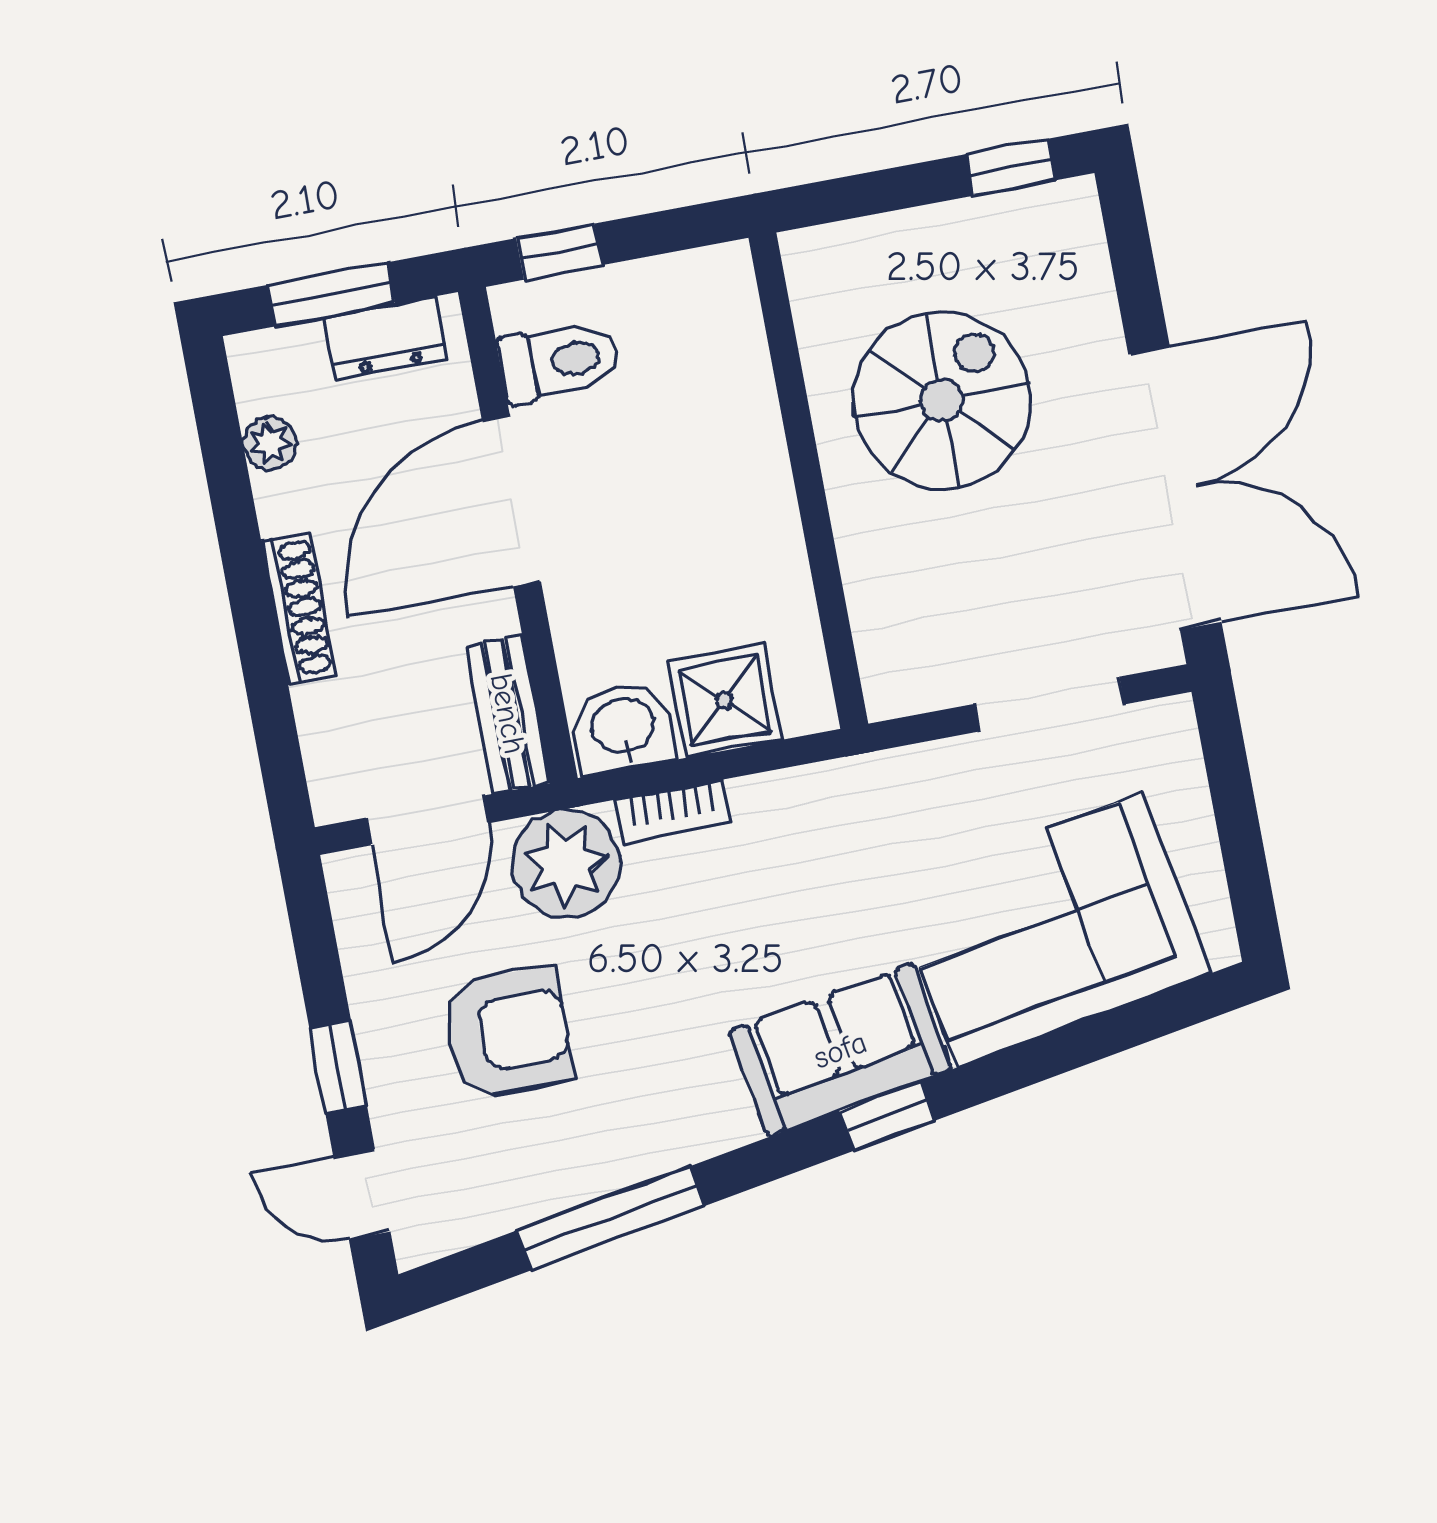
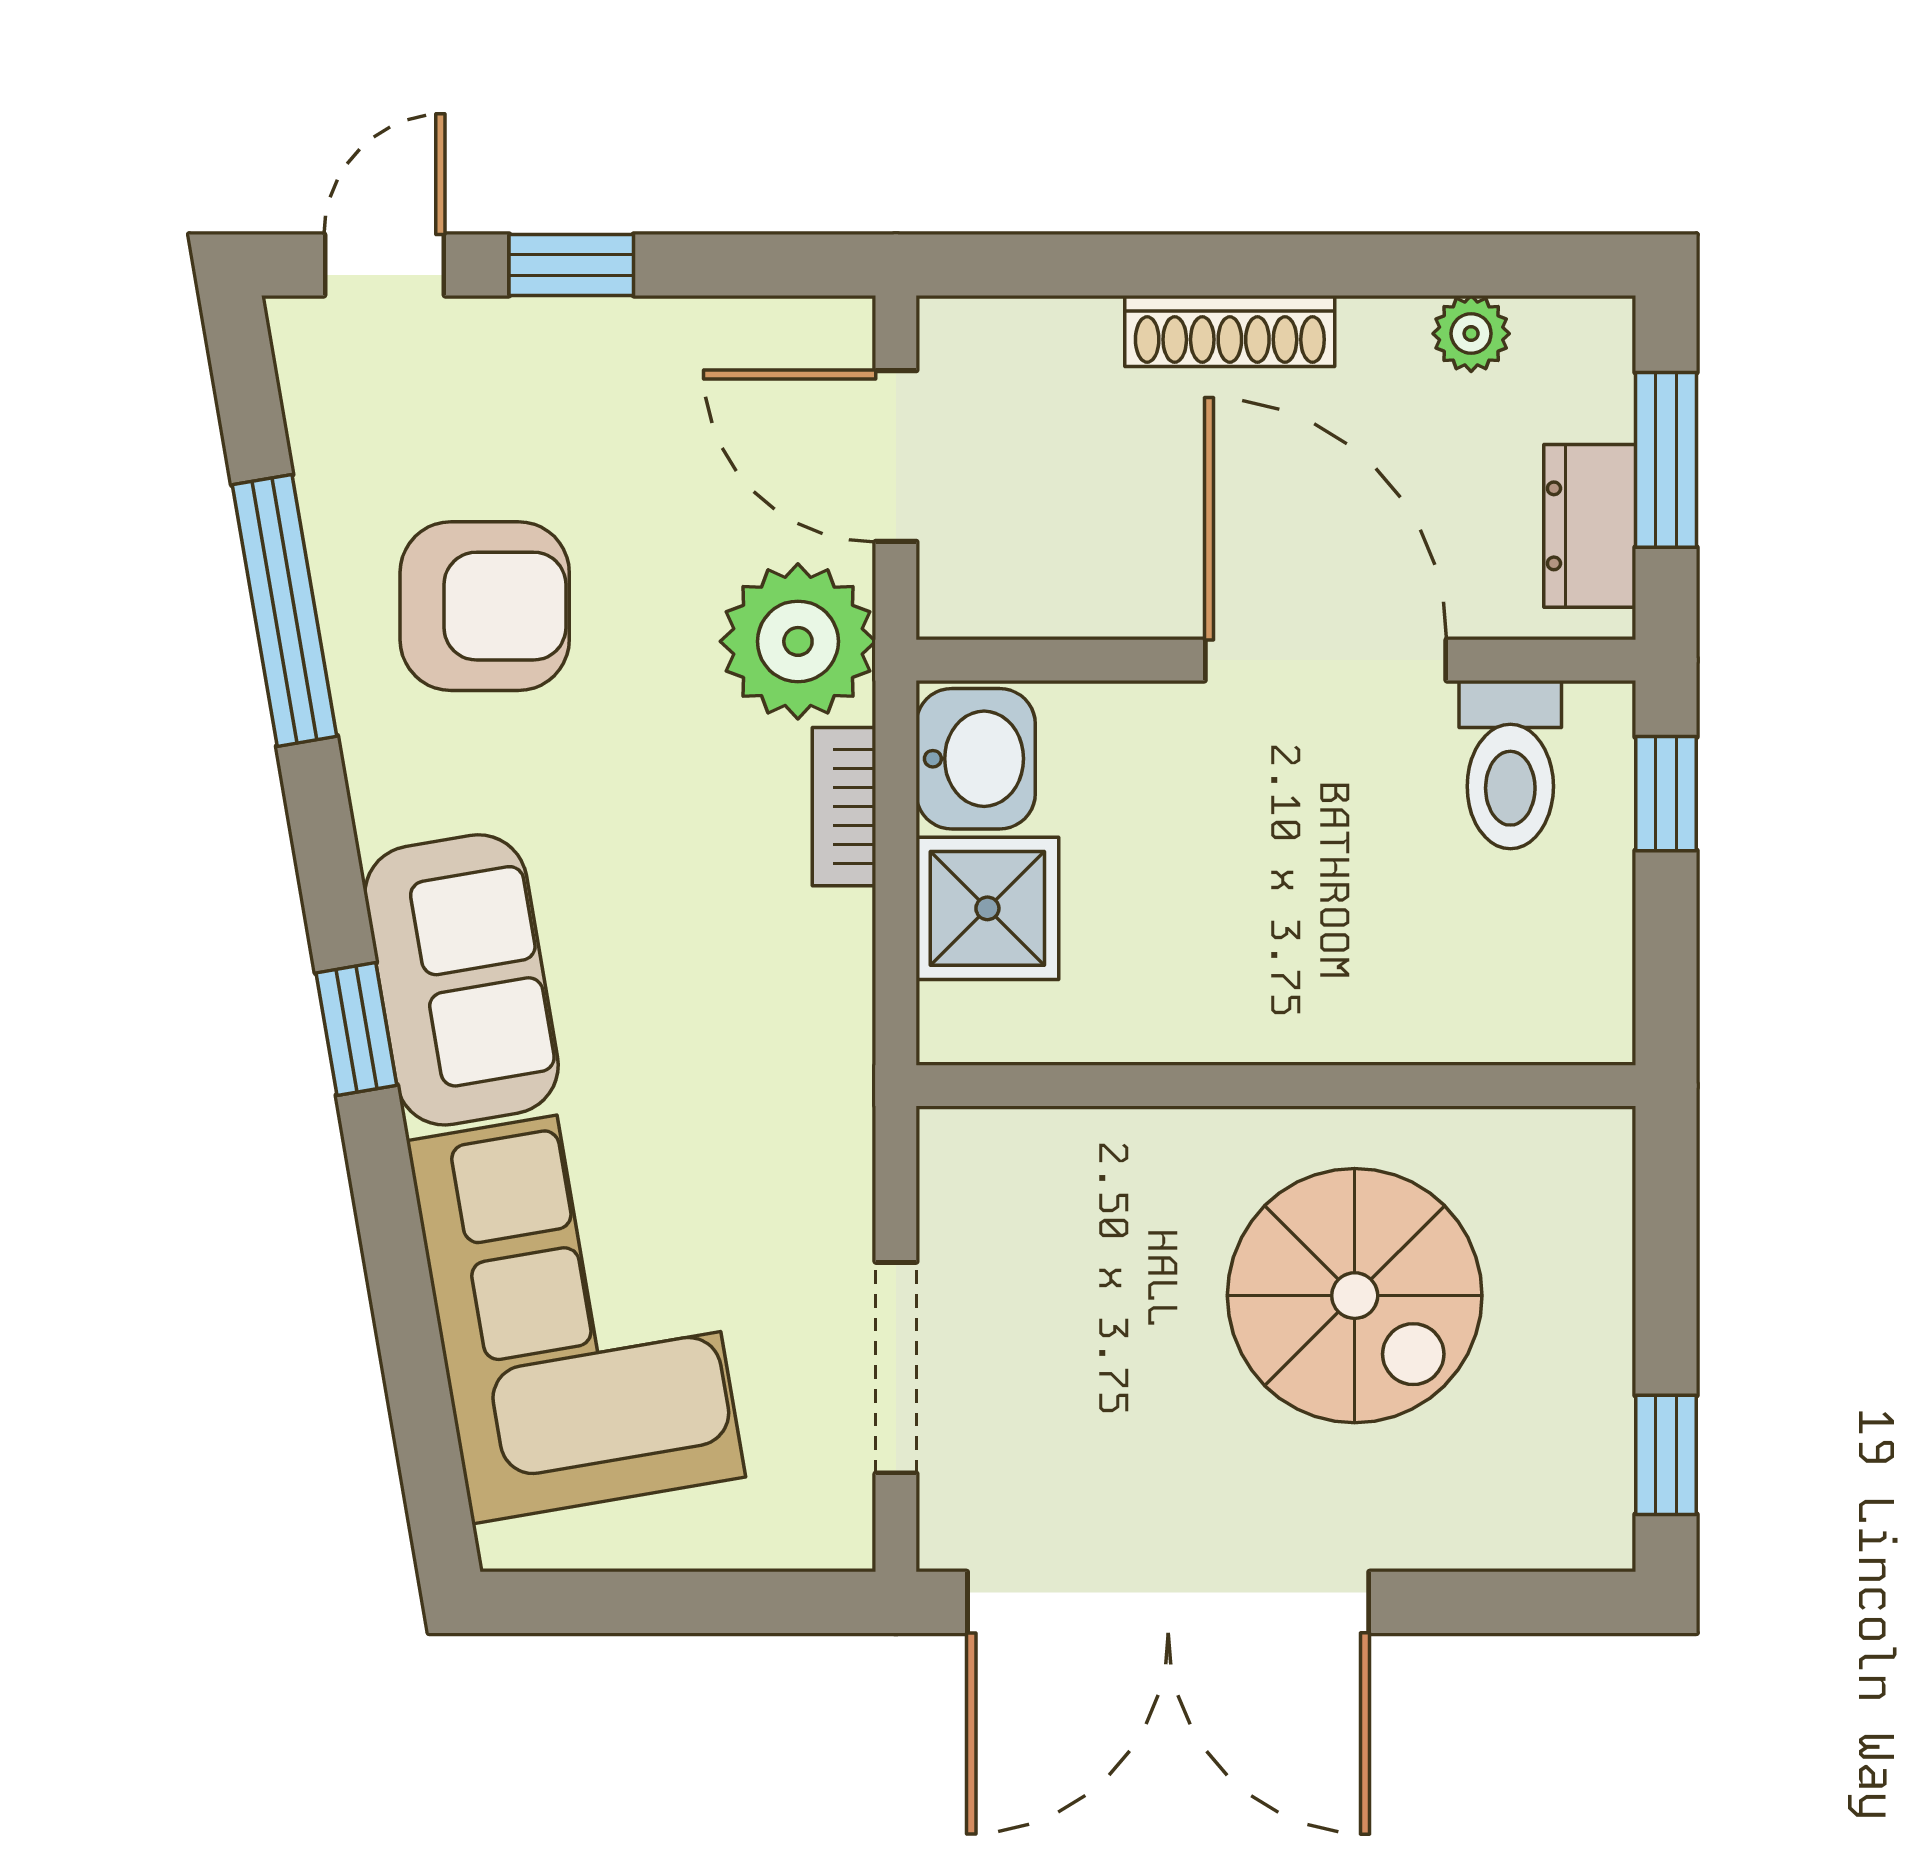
bench: (508, 714) -> (1025, 598), removed
armchair: (507, 1033) -> (485, 606), moved, turned -90

